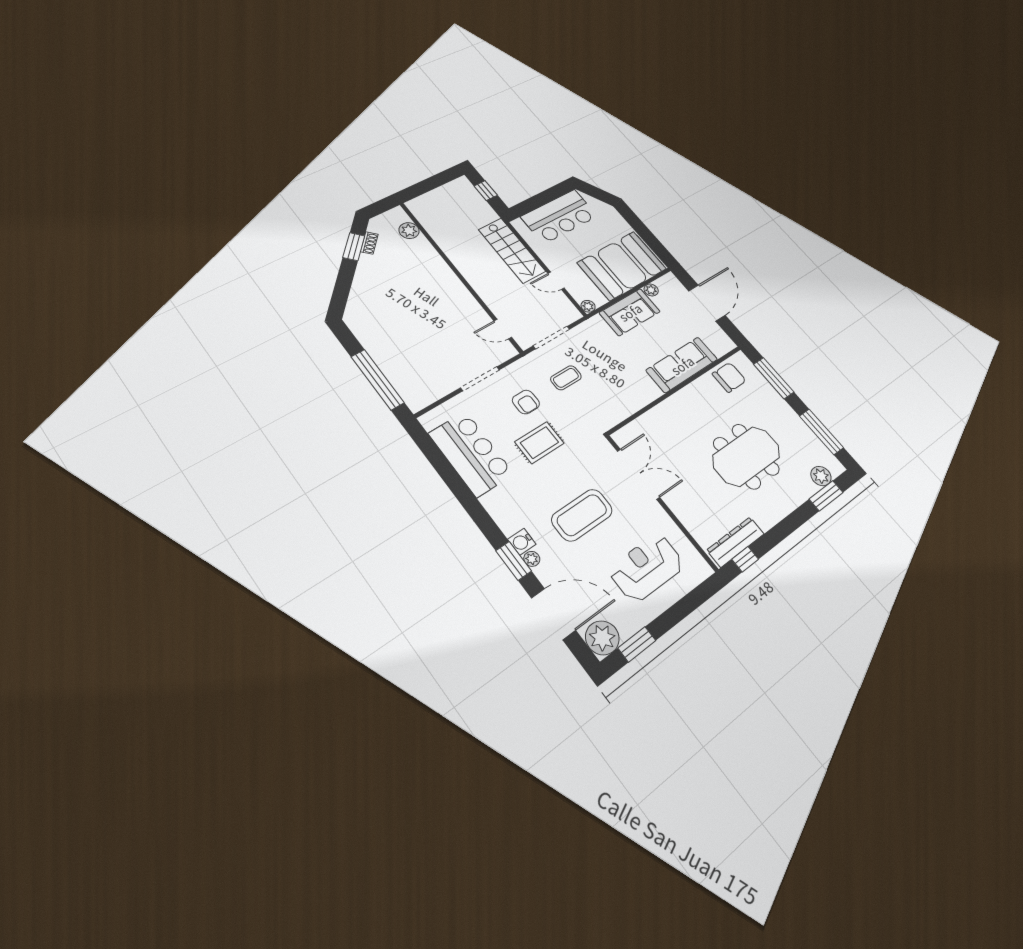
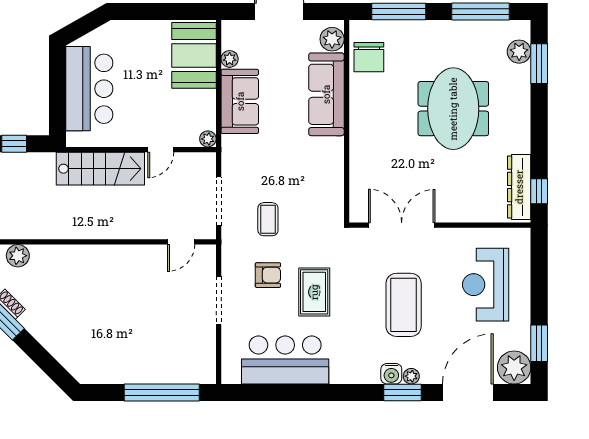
booth: (622, 266) -> (194, 55), width x0.73, depth x0.70
plant: (719, 346) -> (332, 39), added
chair: (729, 377) -> (369, 57), turned 180

